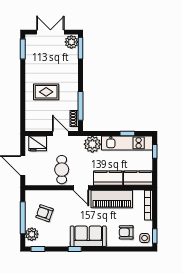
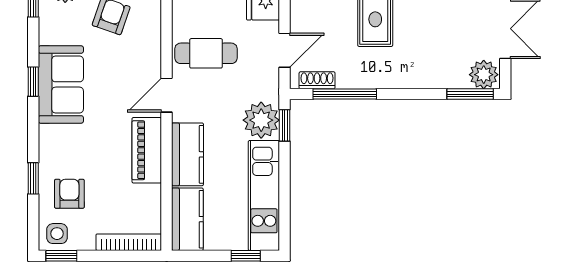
window: (127, 133) -> (285, 125), moved
piano: (112, 199) -> (147, 150), width x0.73, depth x0.75
sofa: (88, 236) -> (61, 84), moved
window: (119, 249) -> (33, 178), added

